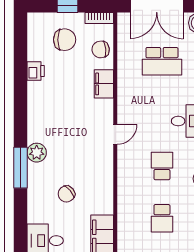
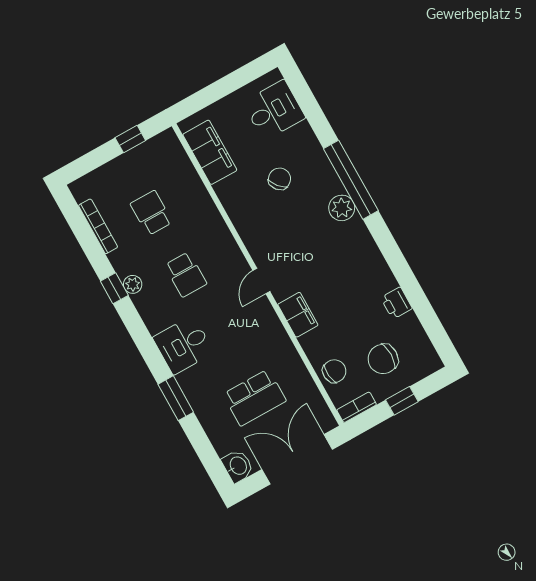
school desk: (162, 61) -> (254, 398), turned 180
filing cabinet: (104, 84) -> (298, 315), moved
window: (21, 168) -> (351, 180), width x1.46

